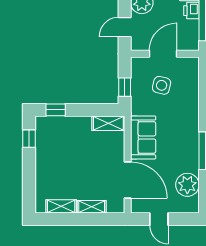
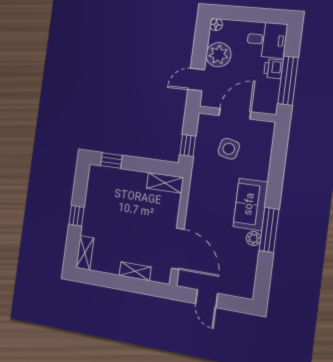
sofa: (143, 137) -> (250, 204), moved, turned 180
window: (29, 139) -> (76, 216), moved
plant: (187, 185) -> (254, 239), moved, width x0.53, depth x0.53
shelving: (61, 206) -> (85, 253), moved, turned 90

